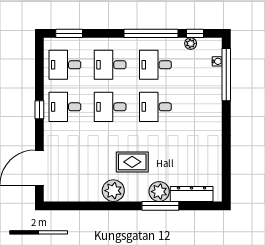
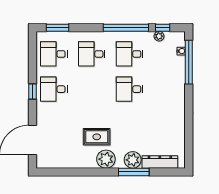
desk: (110, 107) -> (92, 89), removed
rug: (132, 162) -> (97, 137), moved
plant: (113, 191) -> (106, 159), moved

